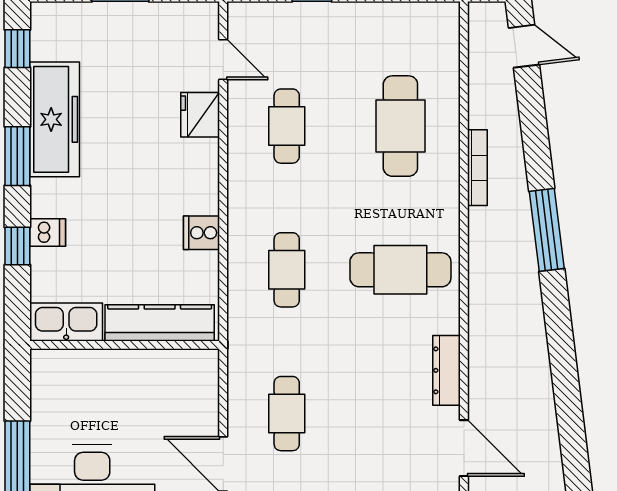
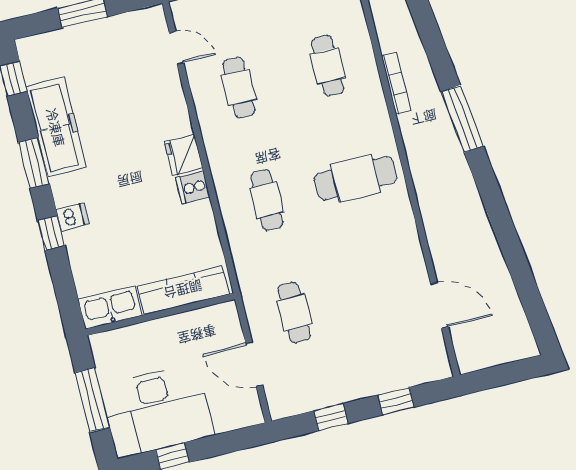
fridge: (200, 115) -> (184, 155), moved
cafe table: (400, 126) -> (328, 66), width x0.73, depth x0.74
kitchen sink: (66, 322) -> (110, 308), moved
kitchen counter: (160, 323) -> (183, 290), moved
wall: (125, 345) -> (160, 314), moved
dresser: (447, 370) -> (411, 248), removed

